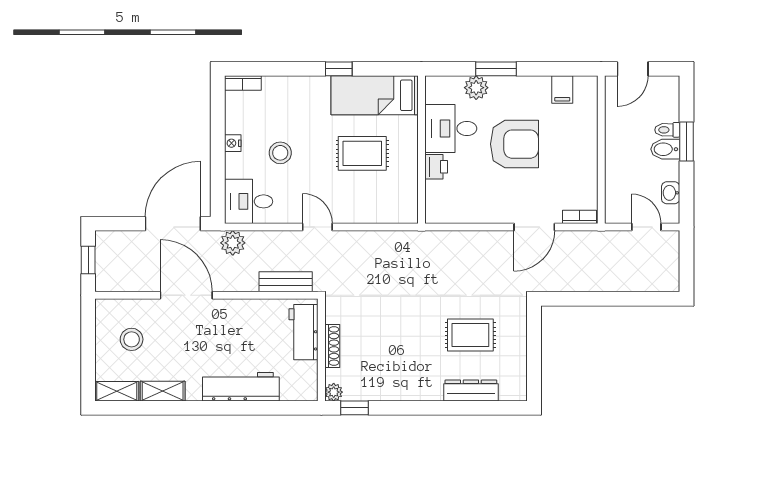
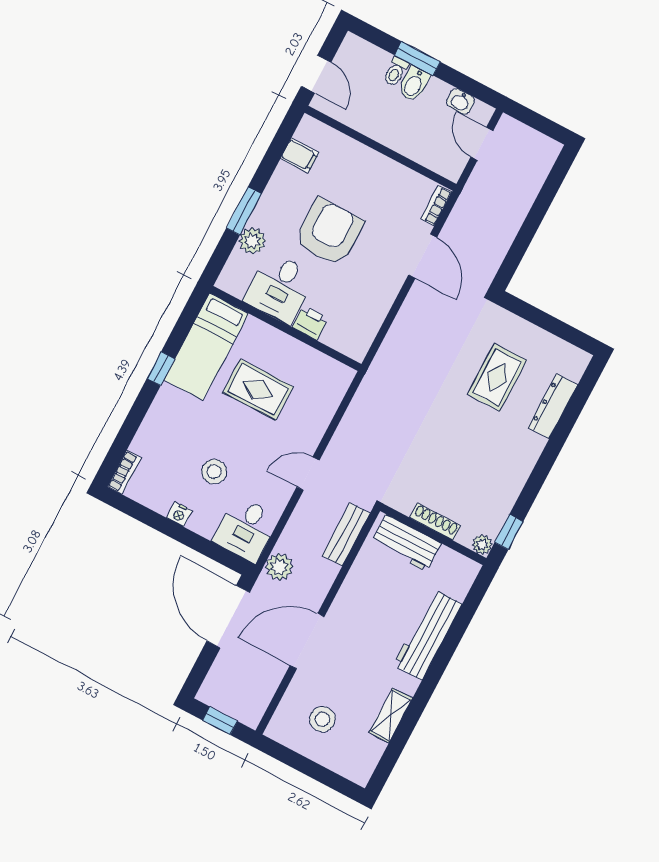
rug: (362, 153) -> (258, 390), turned 90
door: (646, 227) -> (482, 144), hinge flipped
shelving: (117, 391) -> (367, 761), removed

